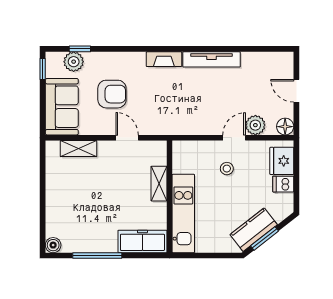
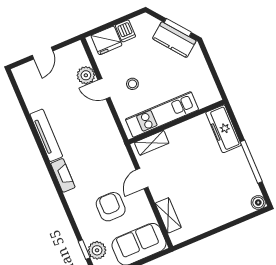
floor lamp: (285, 127) -> (76, 50), removed
shelving: (159, 184) -> (152, 143), moved
kitchen unit: (183, 213) -> (162, 114), moved

